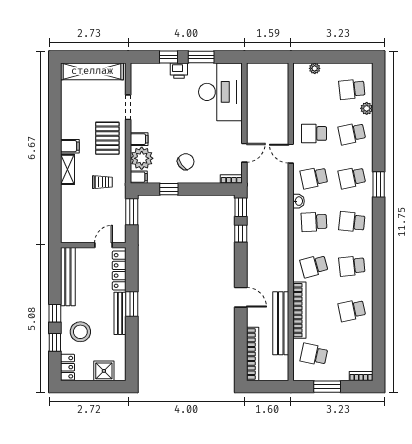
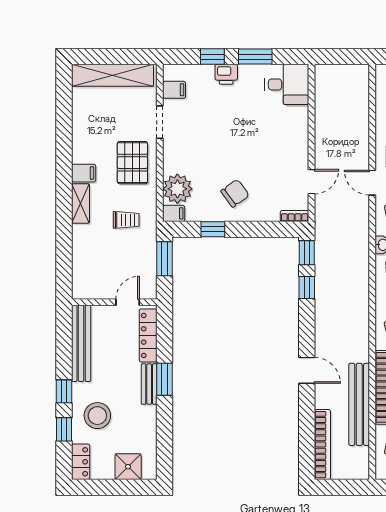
desk: (220, 92) -> (287, 84), width x0.53, depth x0.77
filing cabinet: (139, 139) -> (174, 90), moved
bench: (120, 313) -> (149, 384), width x0.73

